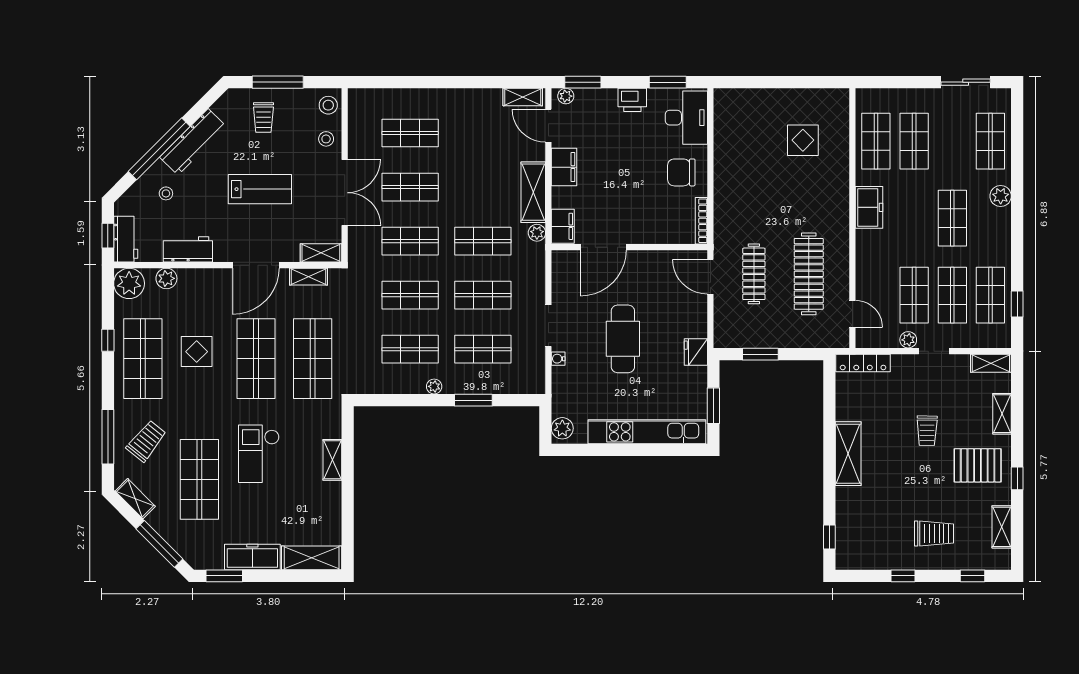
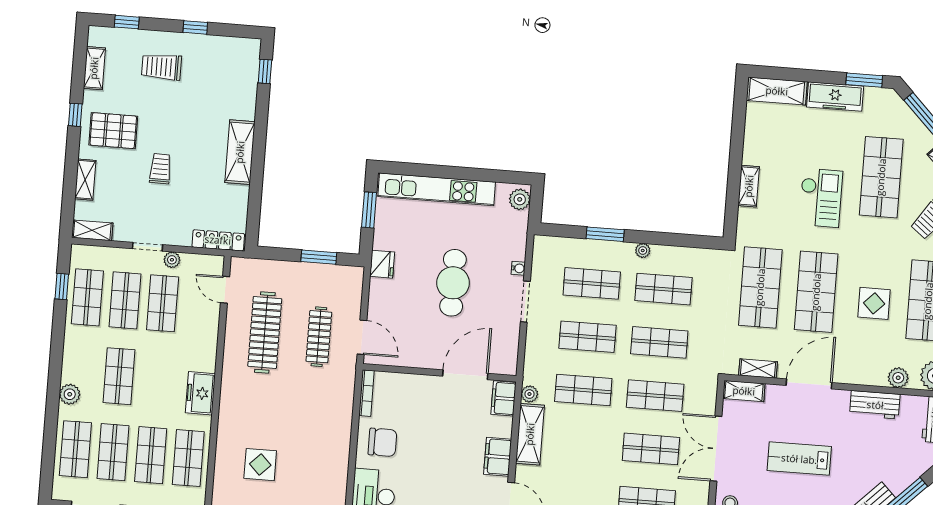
shop shelf: (952, 141) -> (113, 452), added
stool: (166, 193) -> (892, 462), removed

